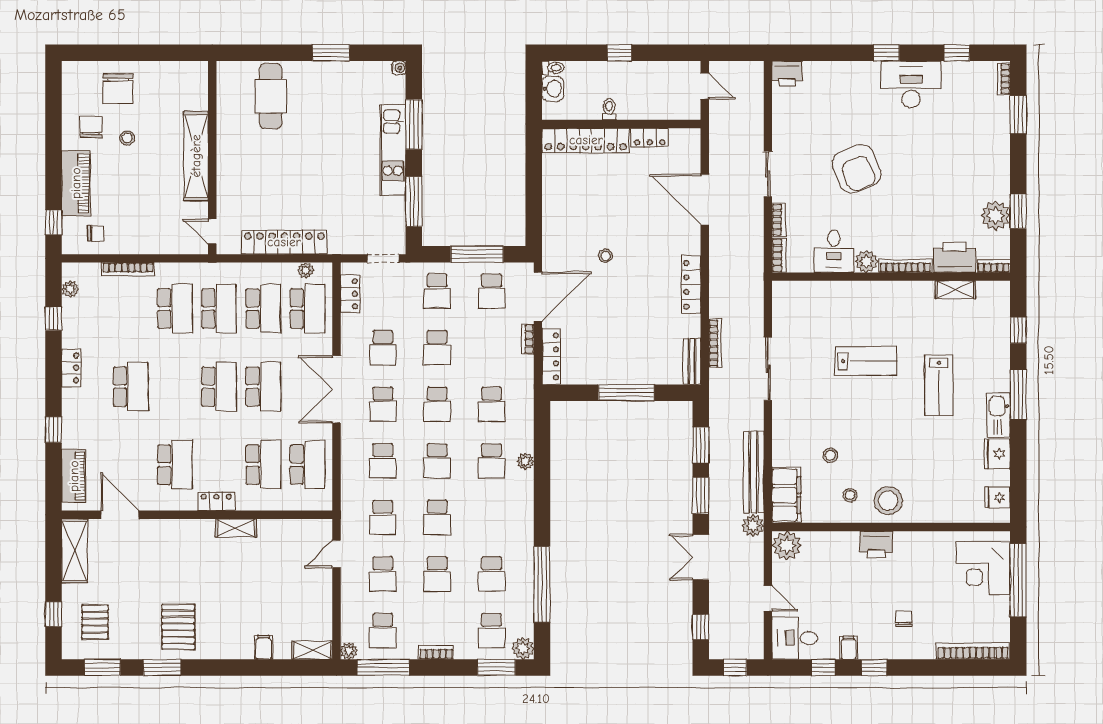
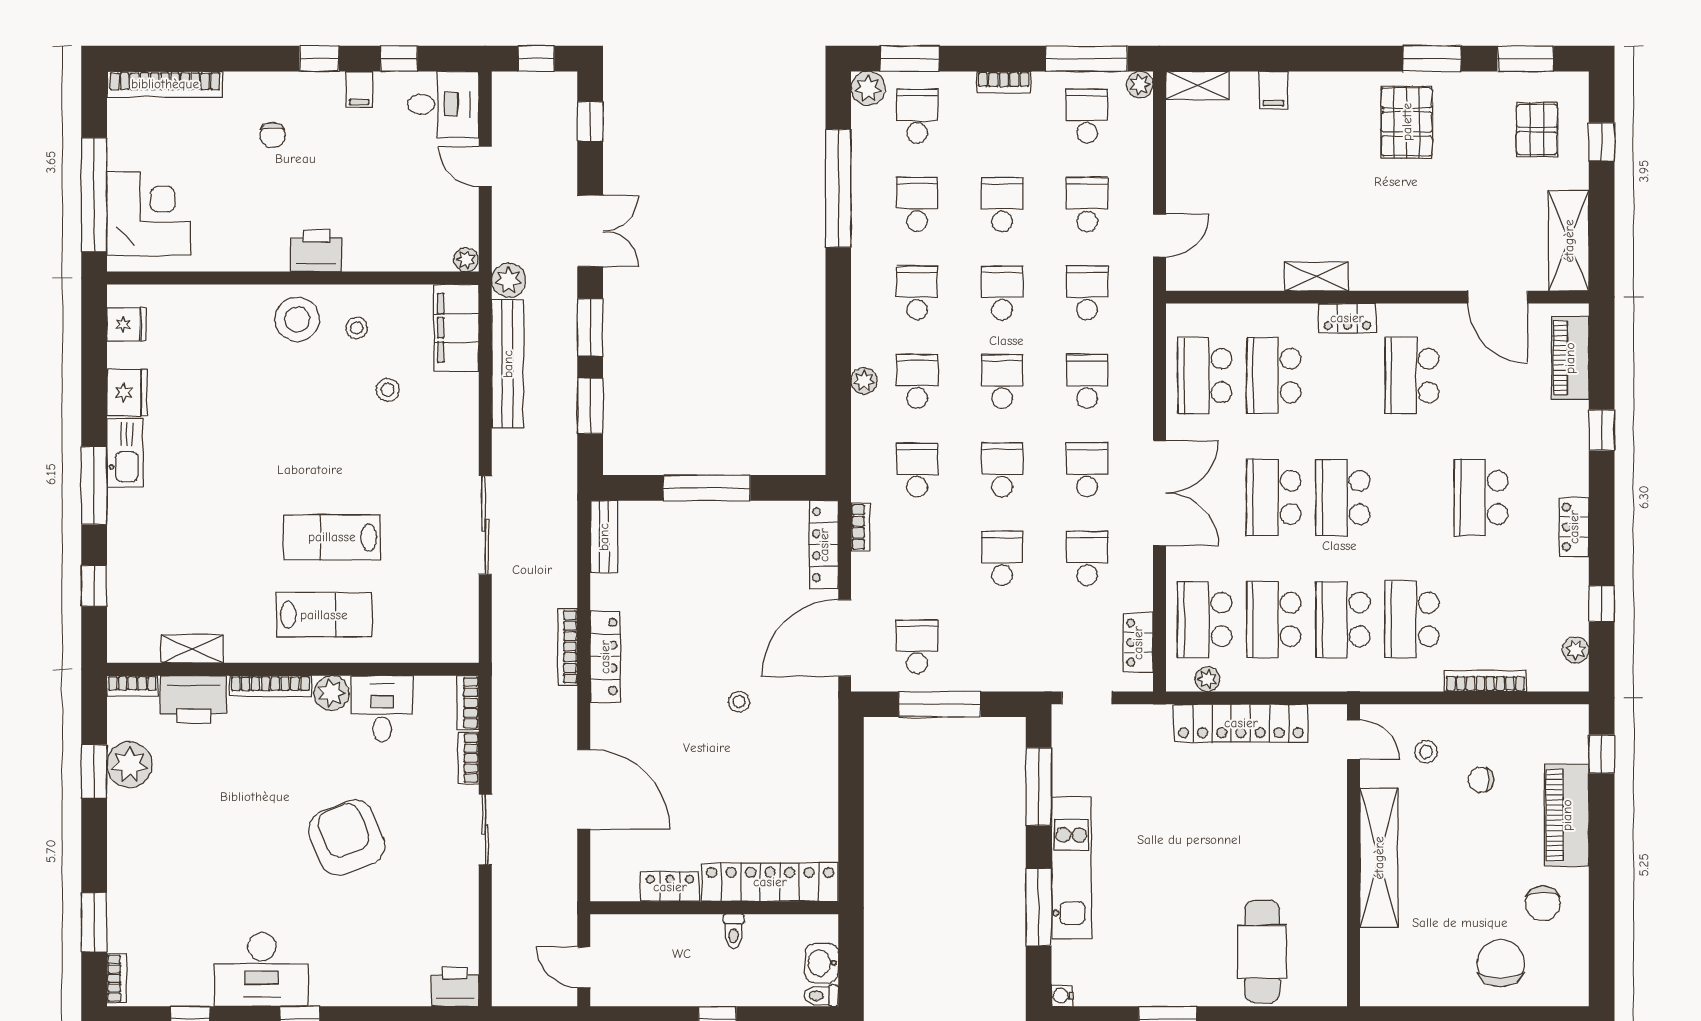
stool: (127, 138) -> (1426, 752), moved
chair: (96, 233) -> (1481, 780), moved
school desk: (437, 291) -> (917, 293), moved
bookcase: (528, 339) -> (861, 527), moved
bookcase: (715, 343) -> (568, 647), moved
lab bench: (939, 385) -> (324, 615), moved, turned 90
plant: (787, 546) -> (466, 260), width x0.53, depth x0.53

